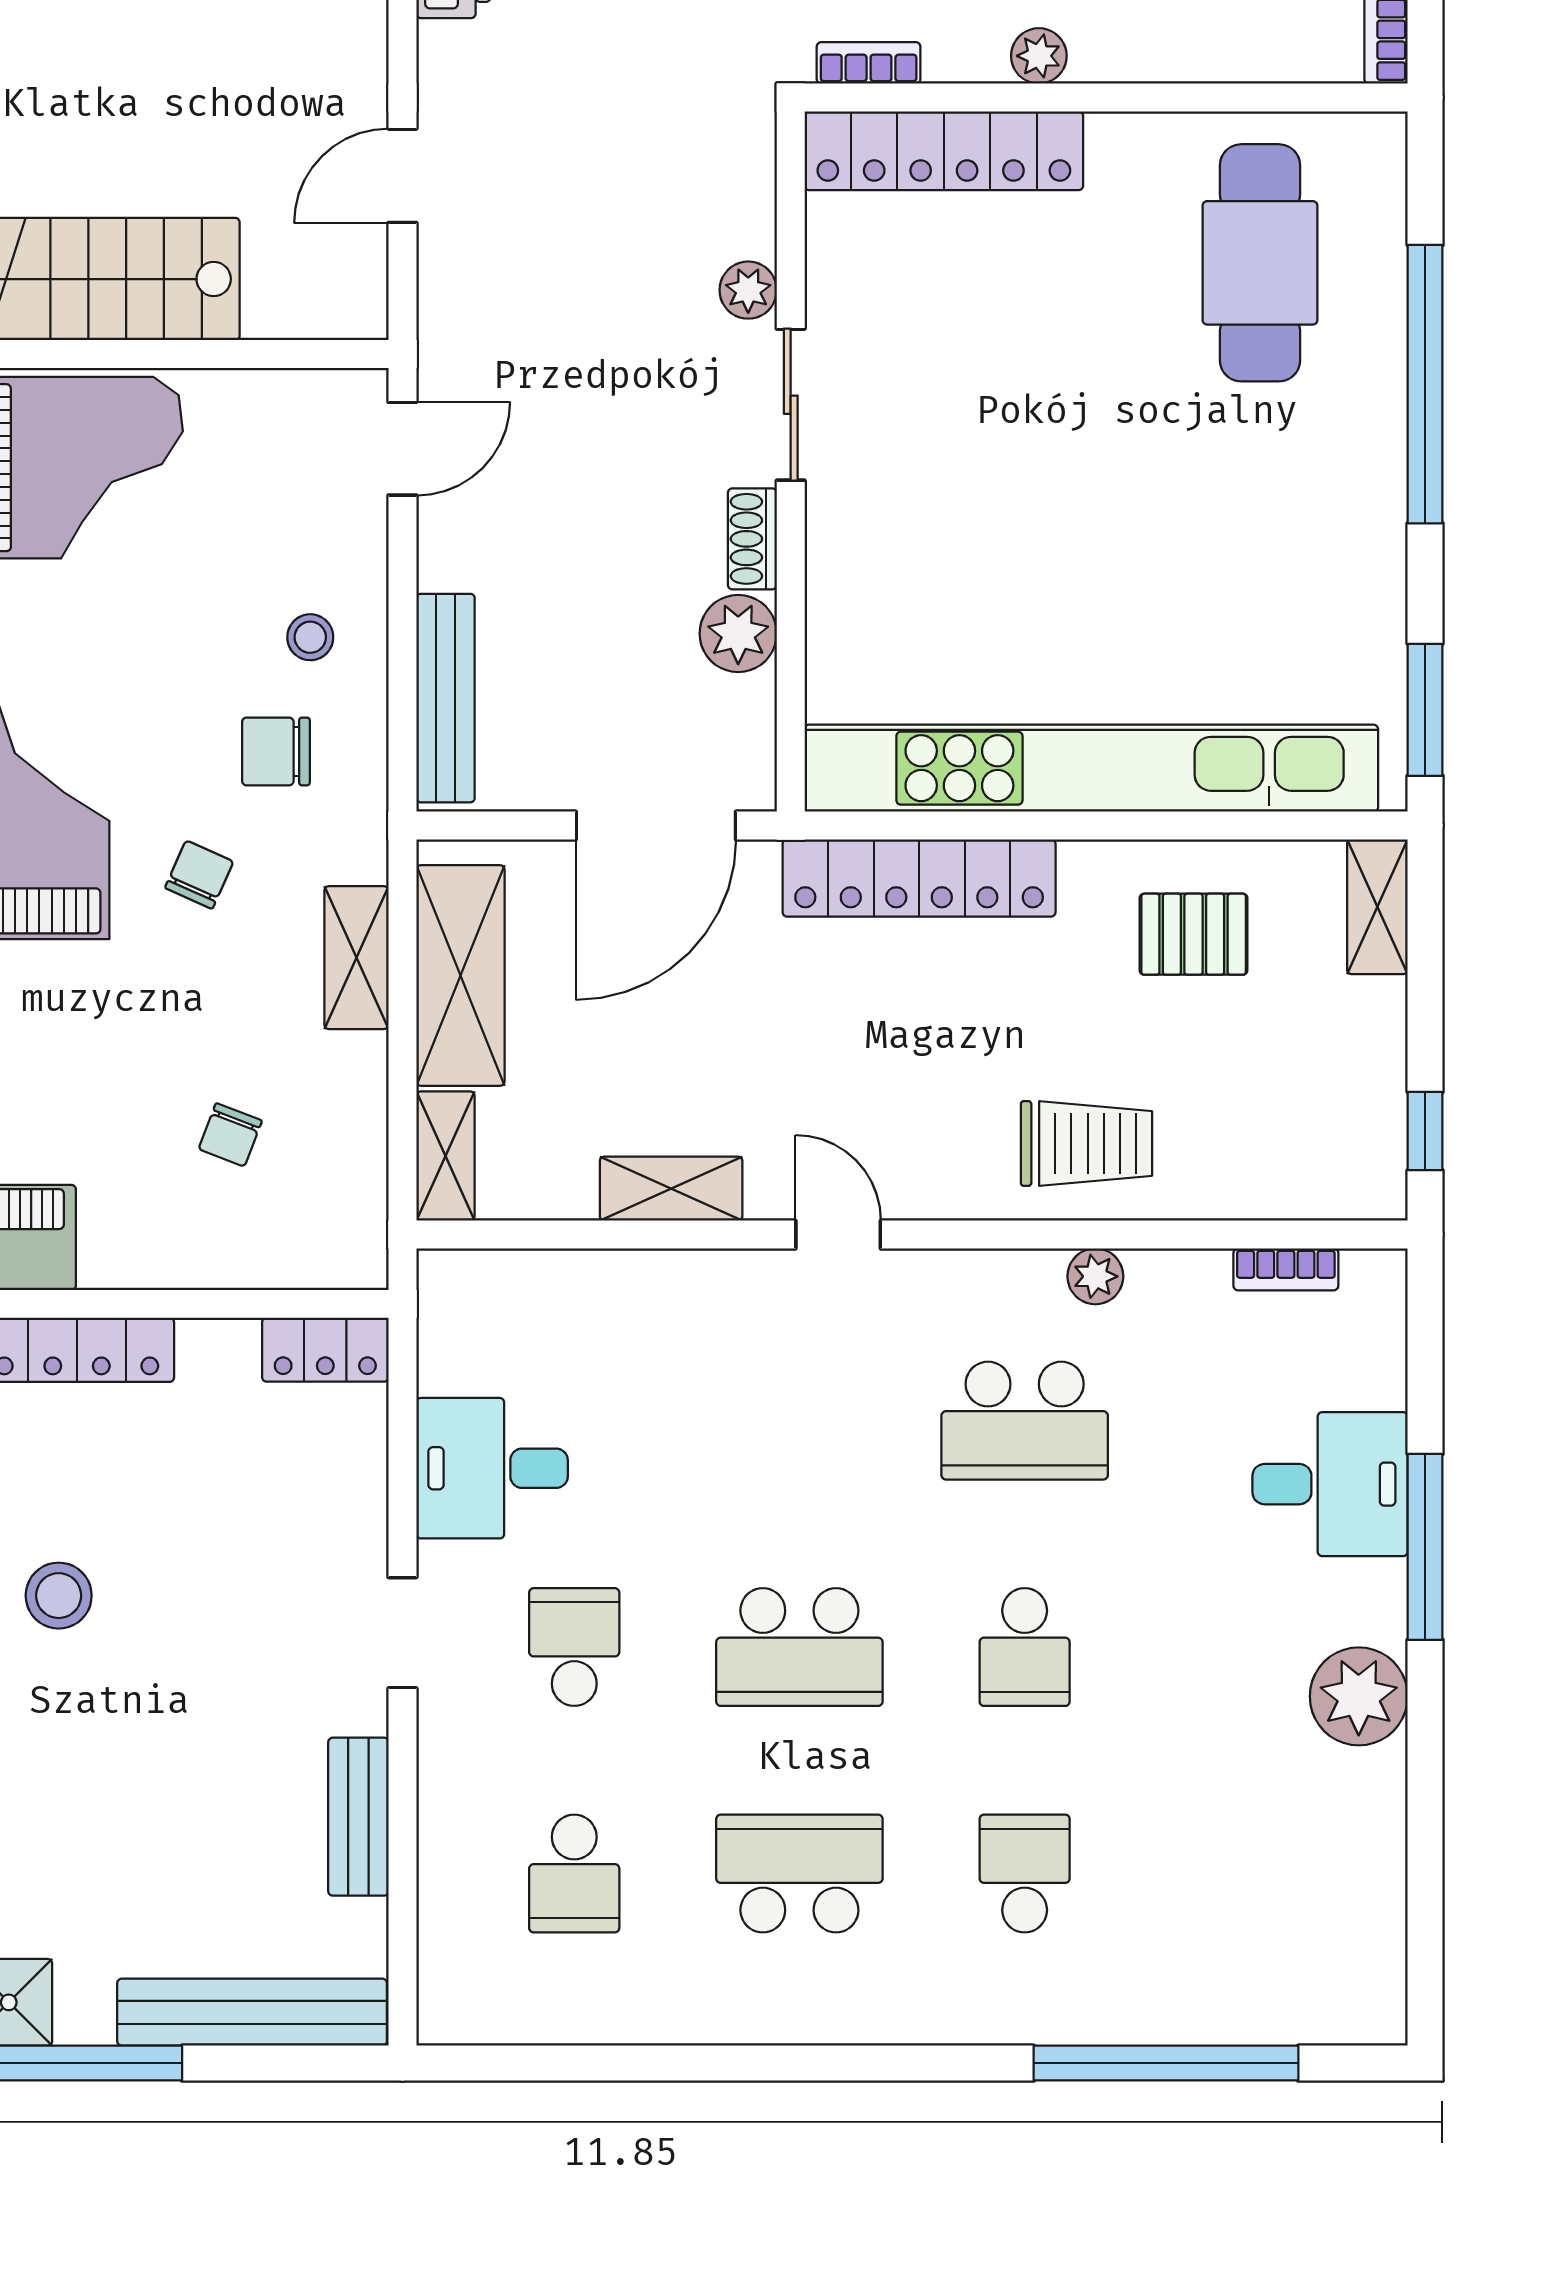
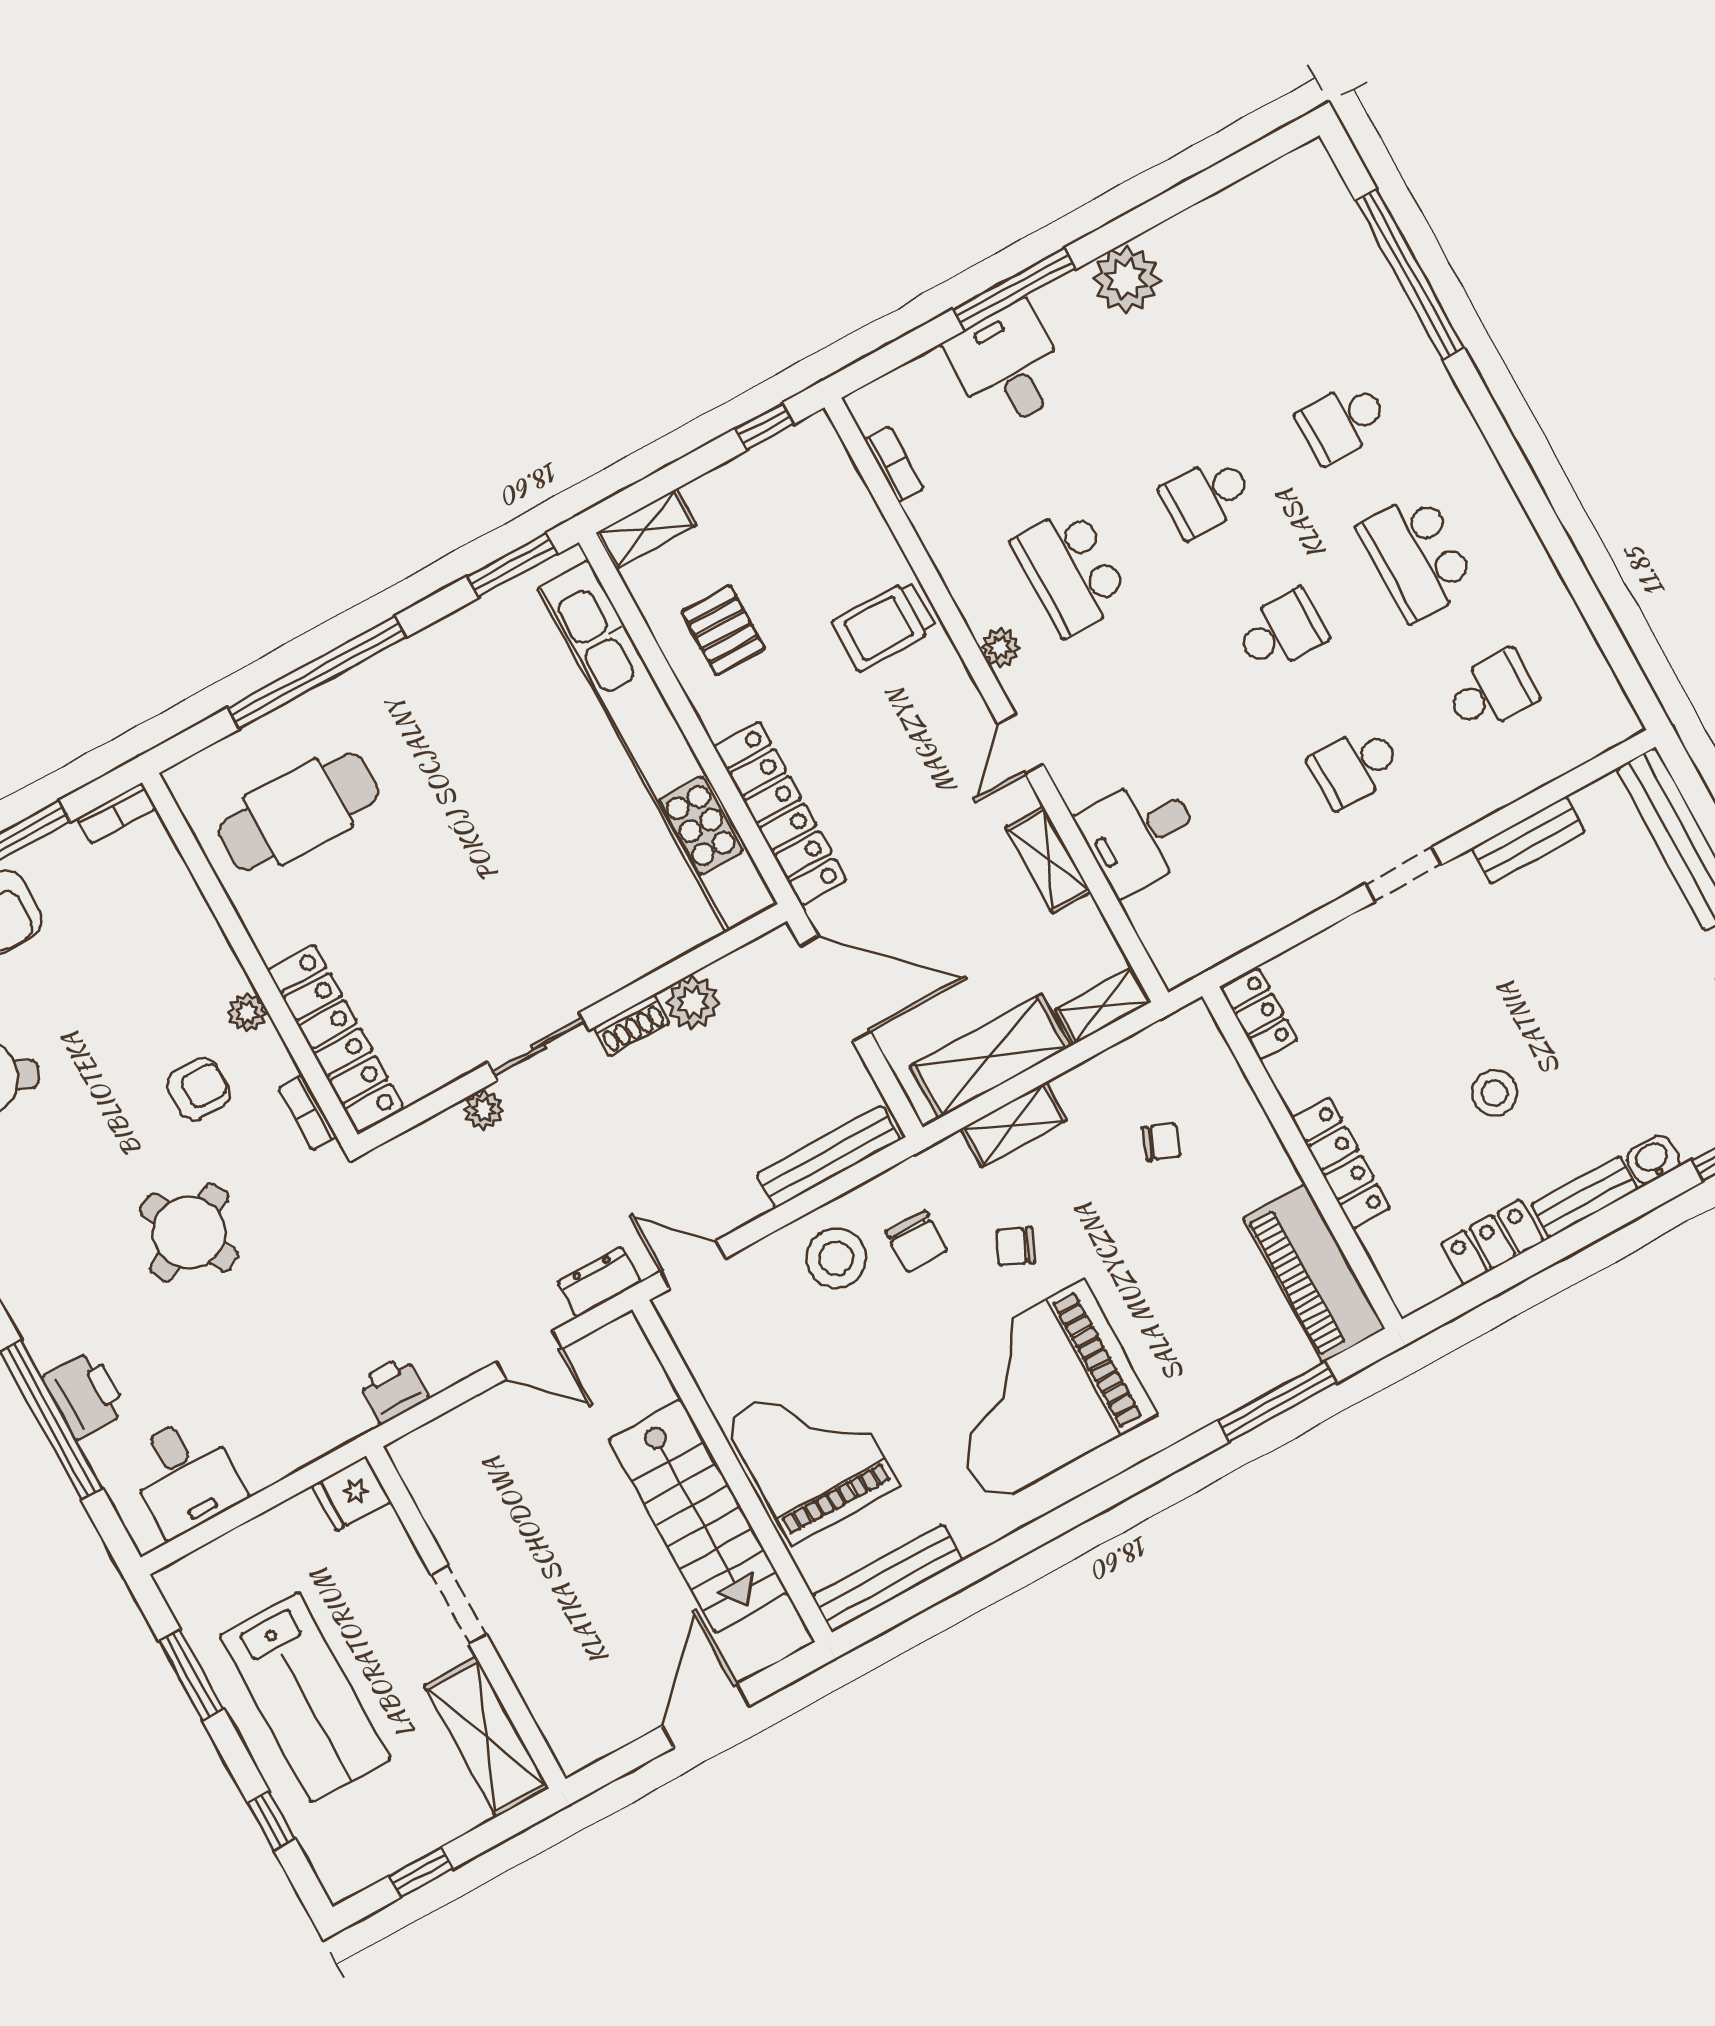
dresser: (447, 317) -> (599, 1282), added
stool: (310, 637) -> (836, 1258), width x1.89, depth x1.89
trolley: (1086, 1143) -> (884, 625), turned -90
plant: (1095, 1276) -> (1000, 647), moved
school desk: (1025, 1421) -> (1071, 571), turned 180
desk: (492, 1468) -> (1140, 834), moved, turned 90
school desk: (799, 1647) -> (1281, 631), width x0.54
school desk: (1025, 1647) -> (1207, 496), turned 180

